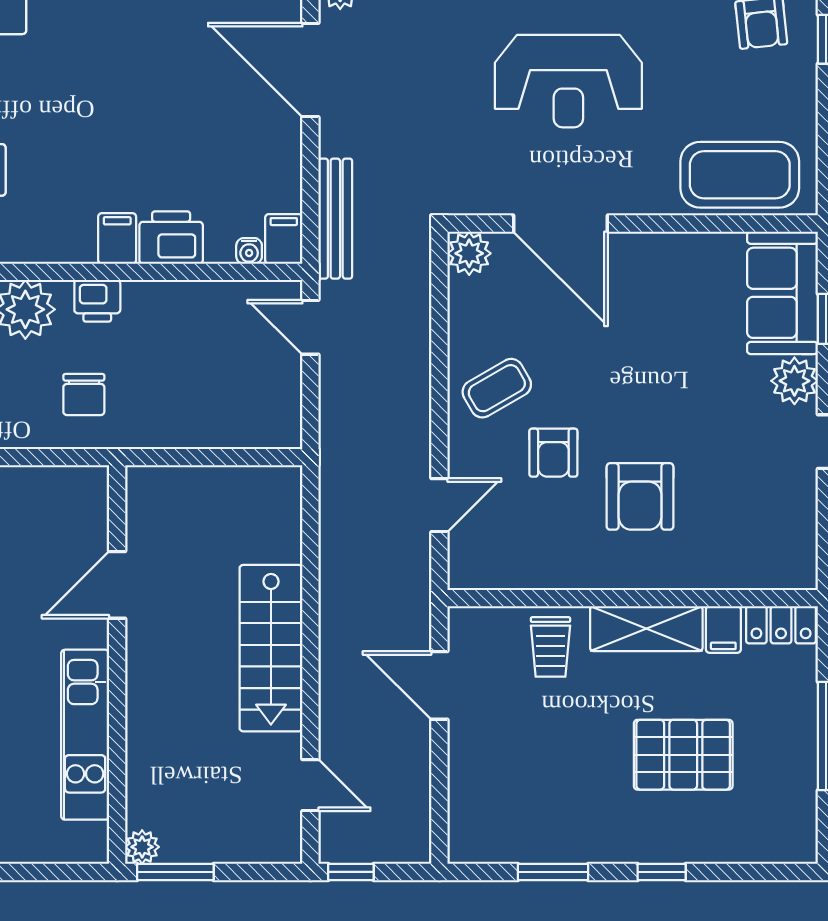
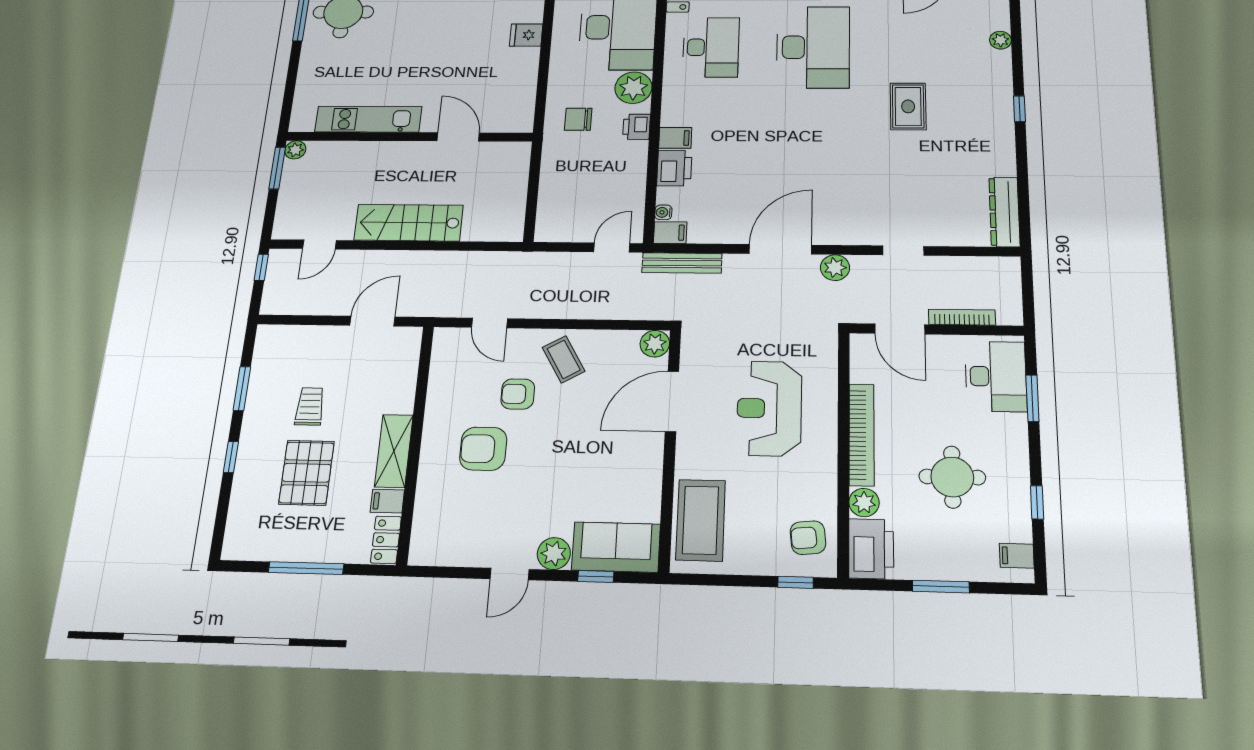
trolley: (551, 647) -> (310, 406), moved, turned 90

